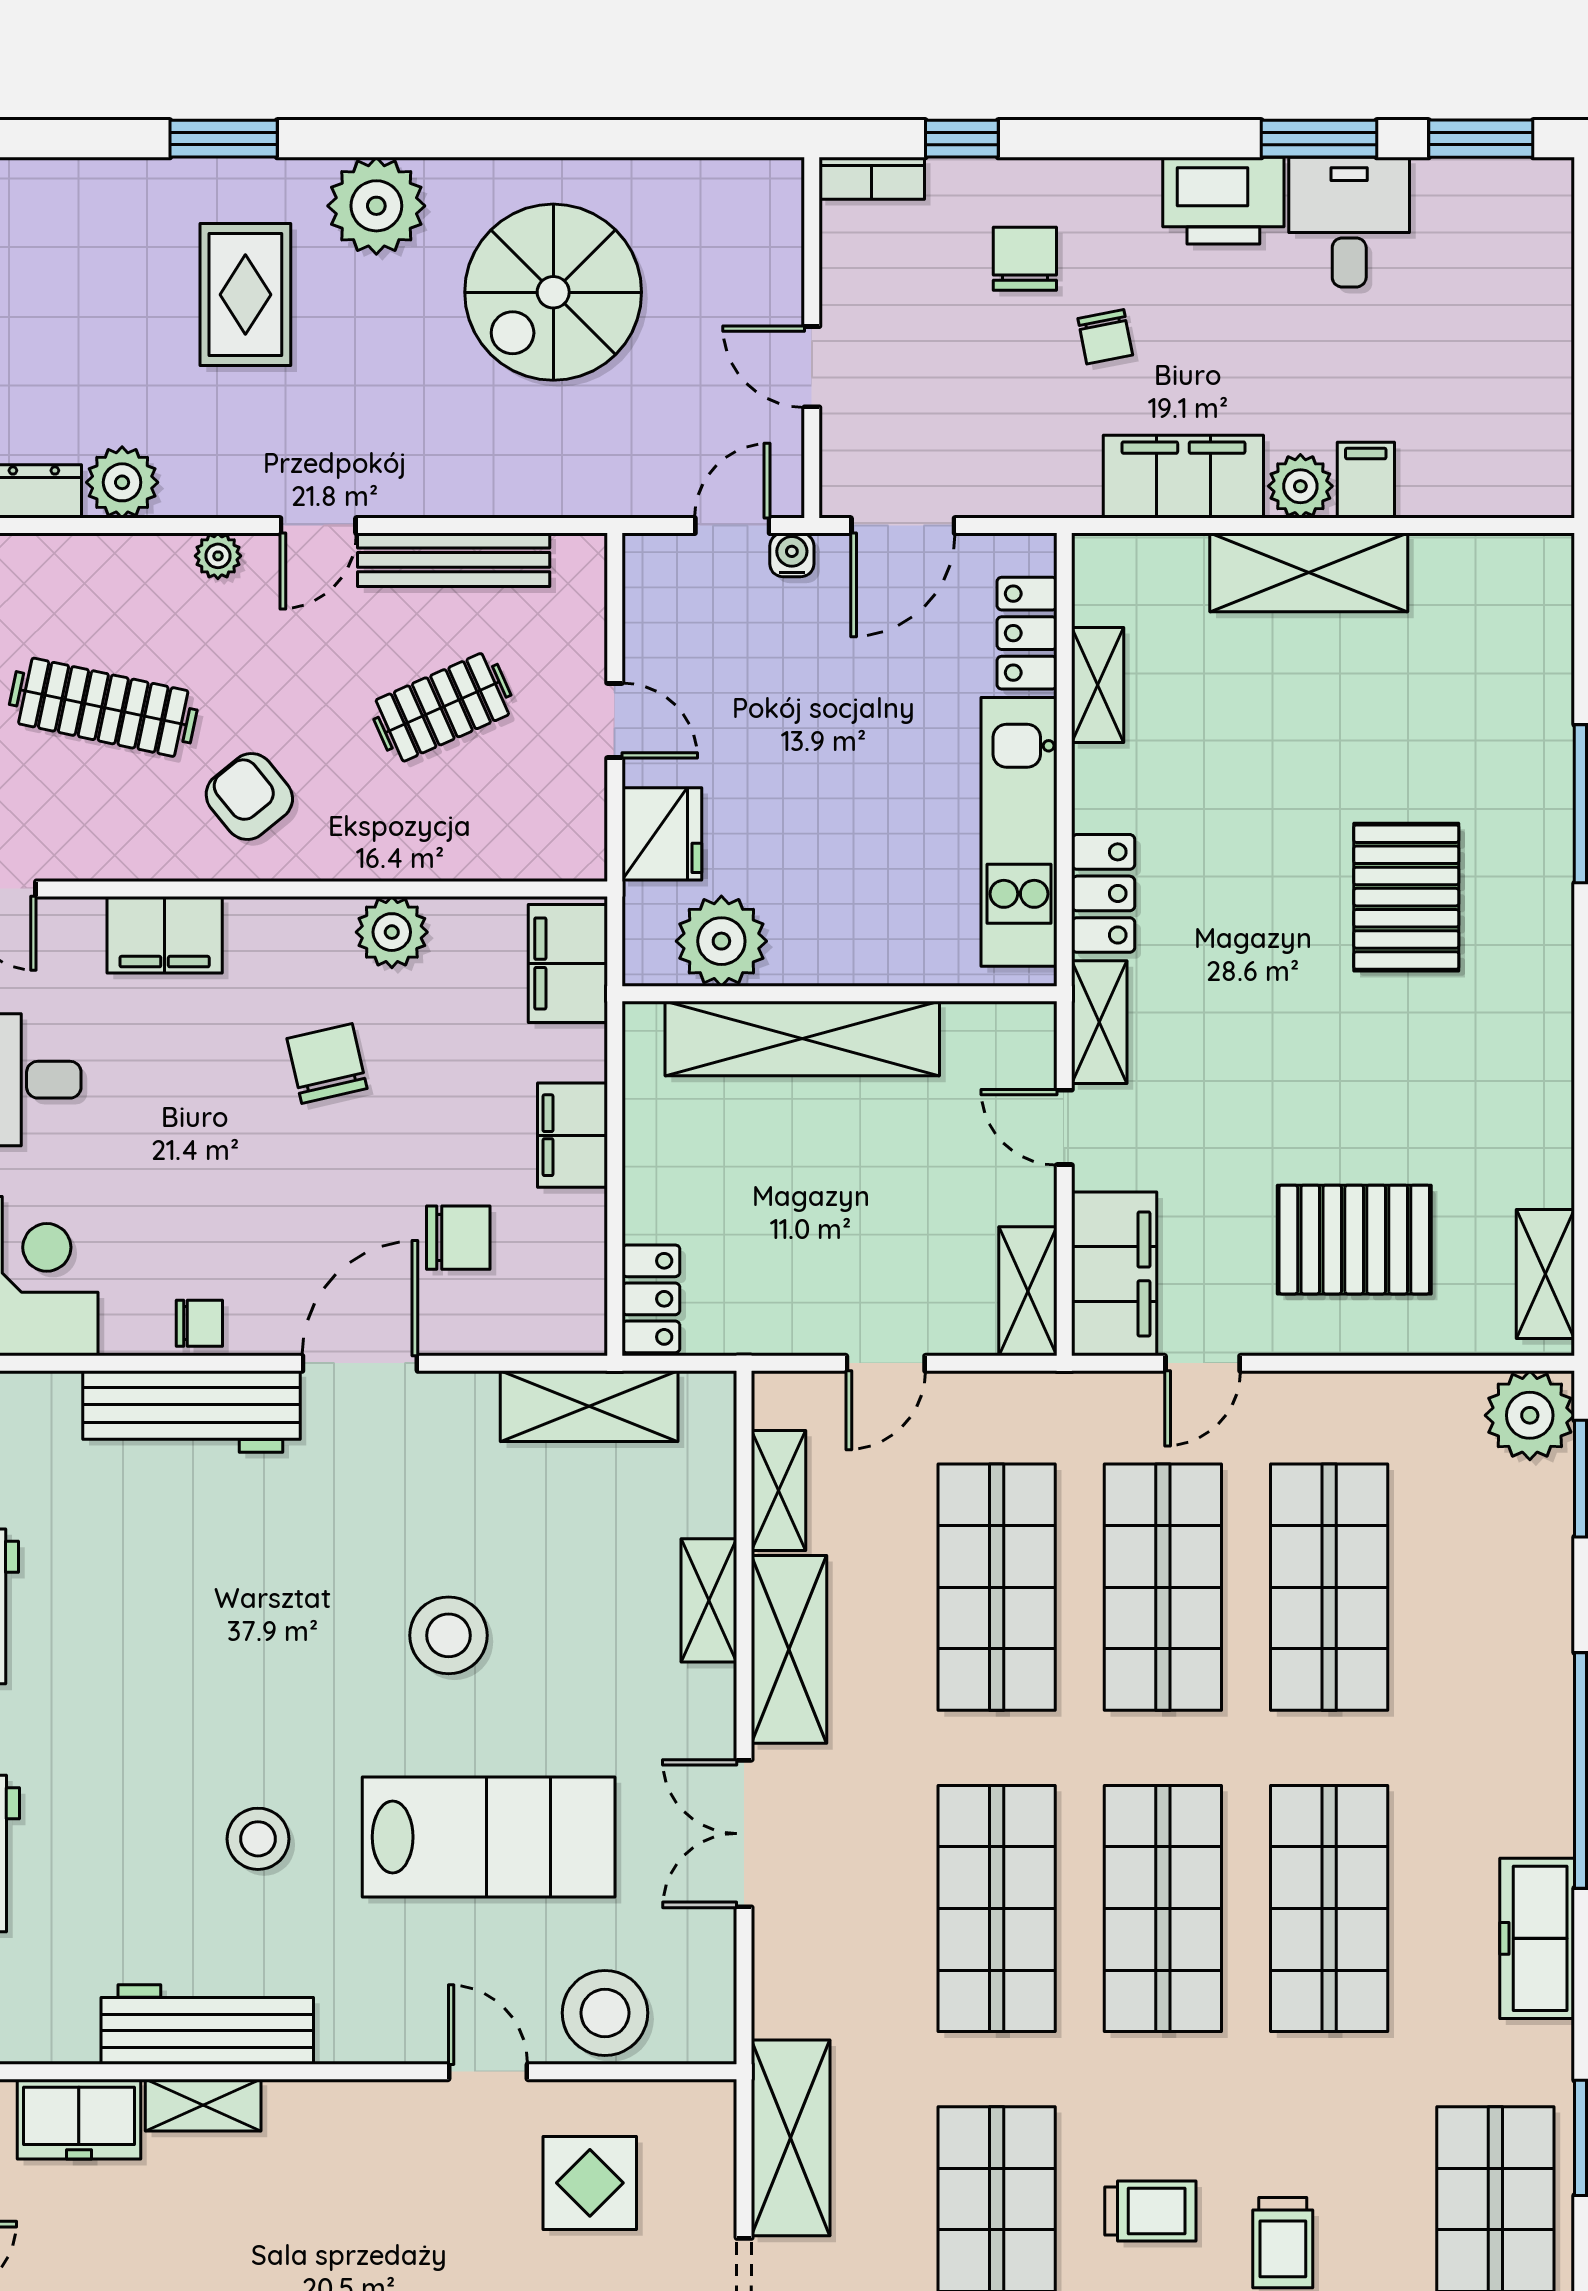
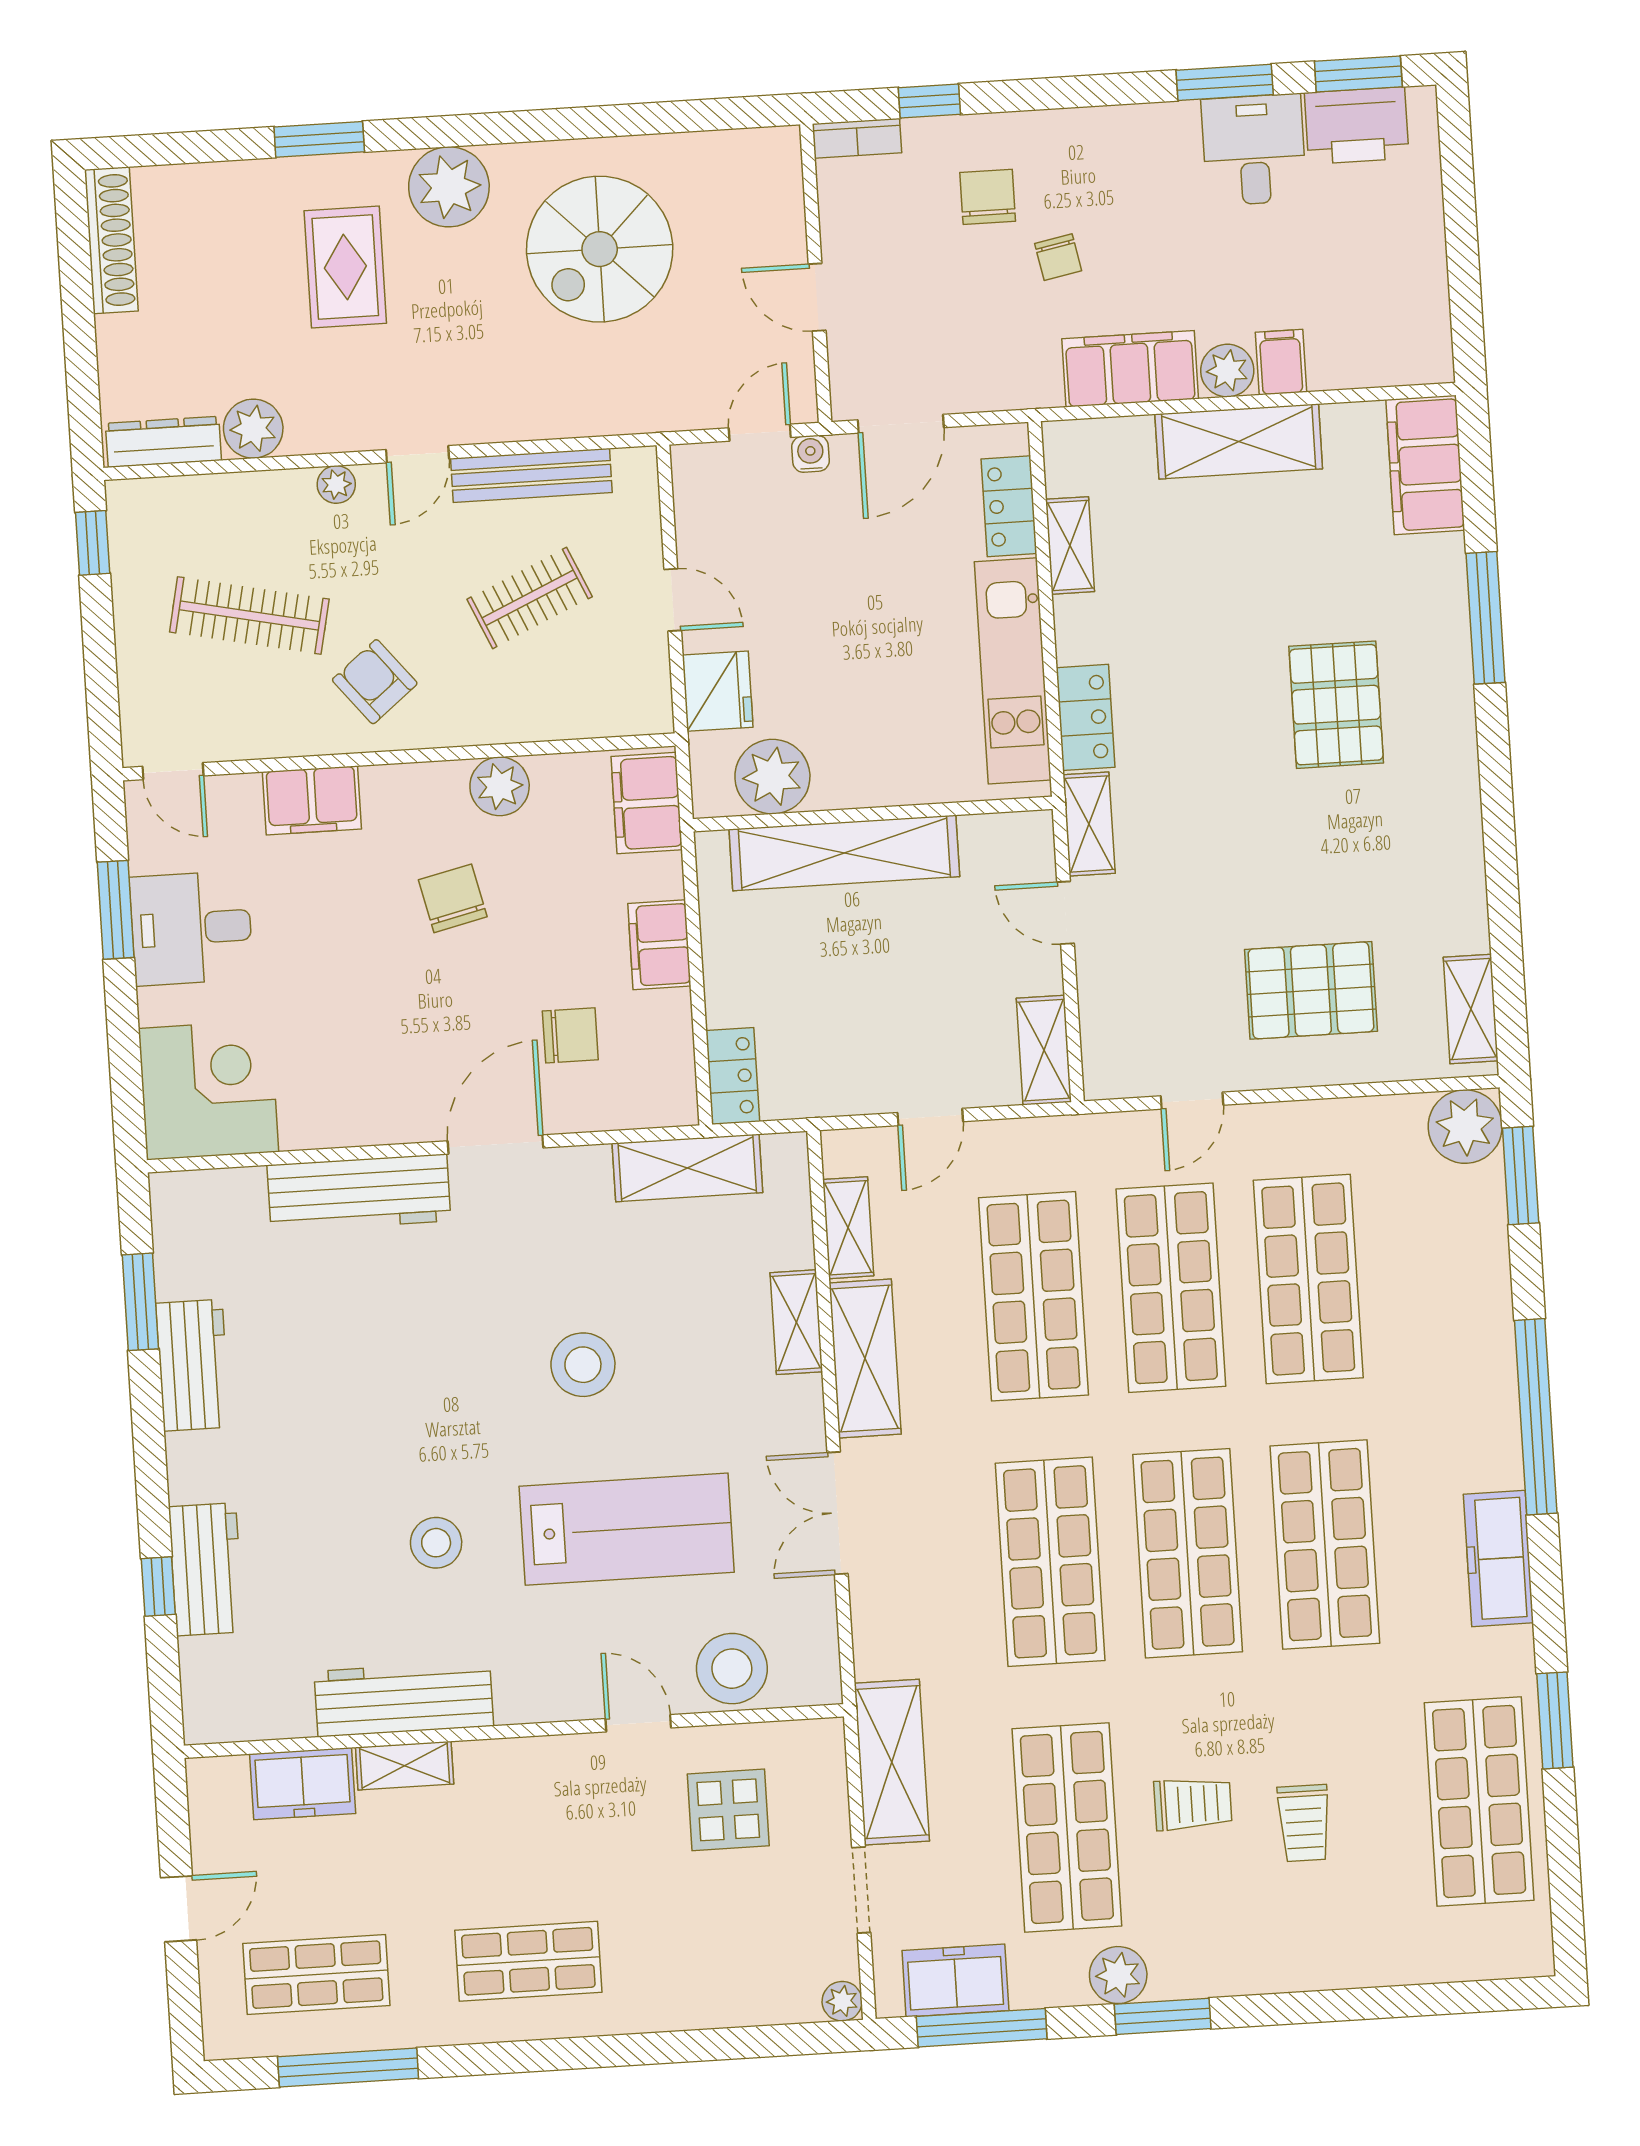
printer: (1223, 201) -> (1357, 126), moved
filing cabinet: (1114, 1274) -> (1425, 465), moved, turned 180
chair: (199, 1323) -> (361, 1120), removed

